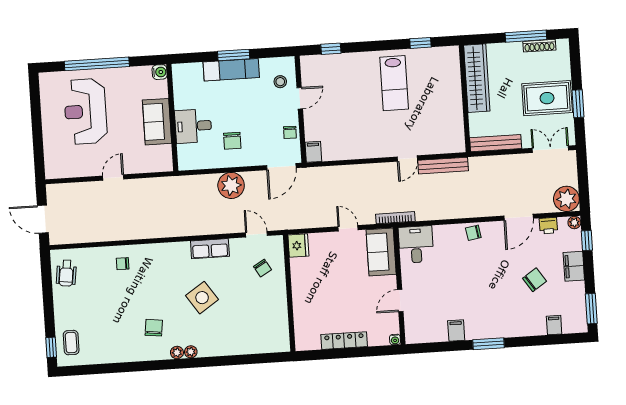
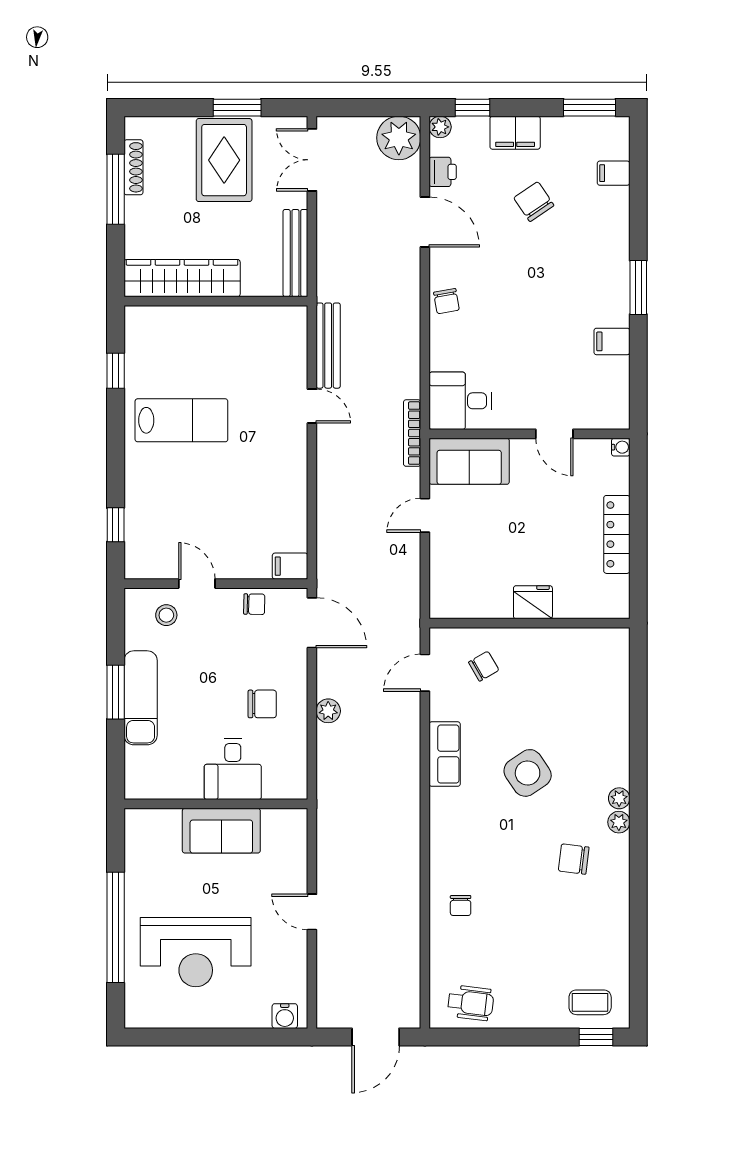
water cooler: (160, 72) -> (285, 1016), moved, turned 180
plant: (231, 185) -> (328, 711), width x0.53, depth x0.53
fridge: (298, 246) -> (533, 602), moved

